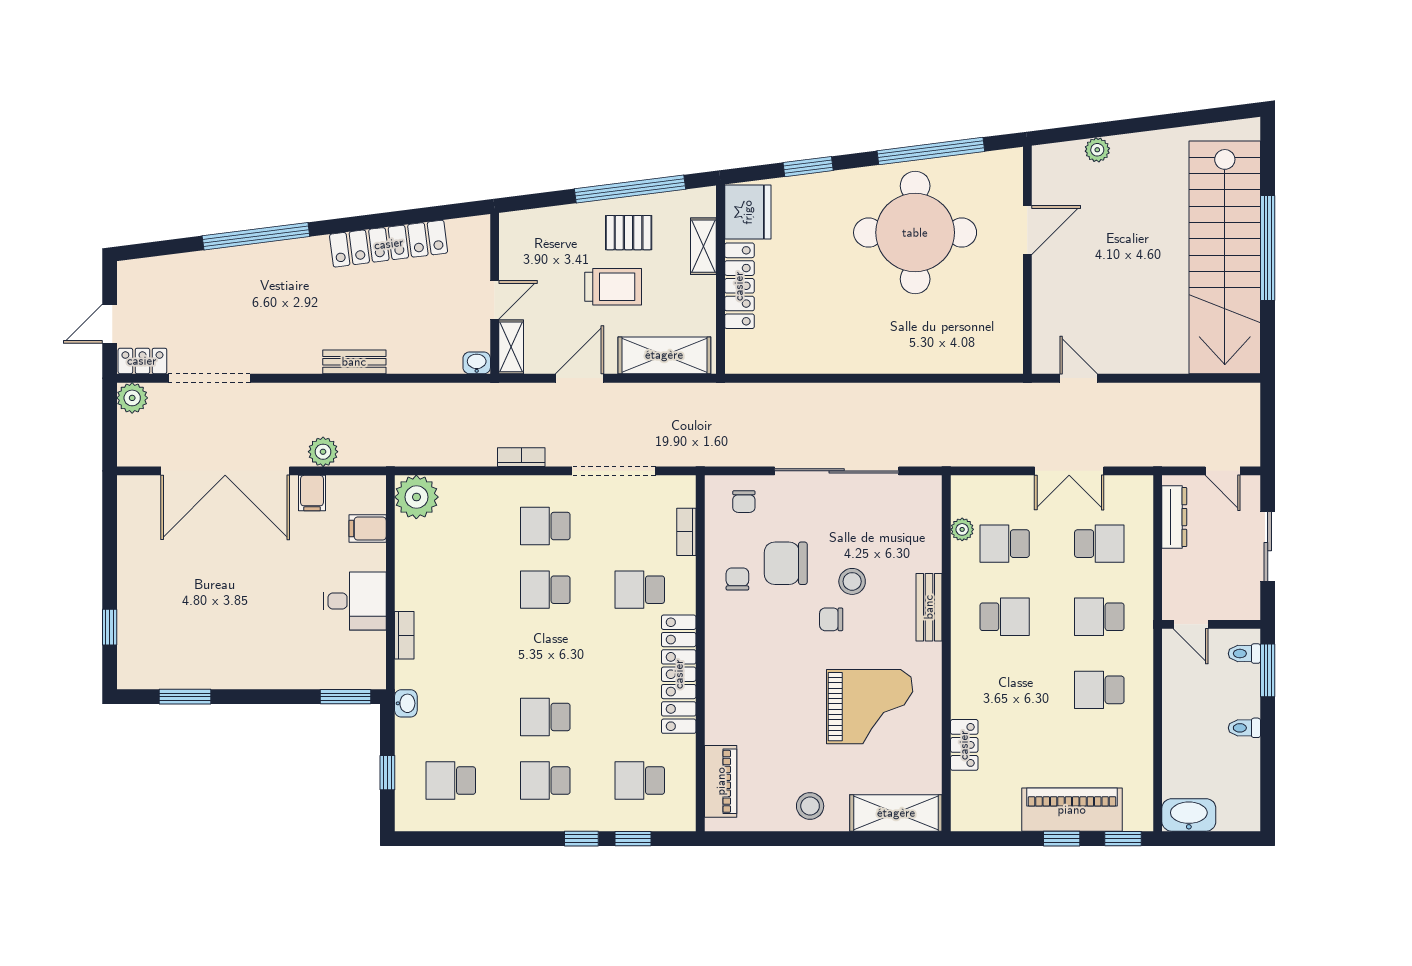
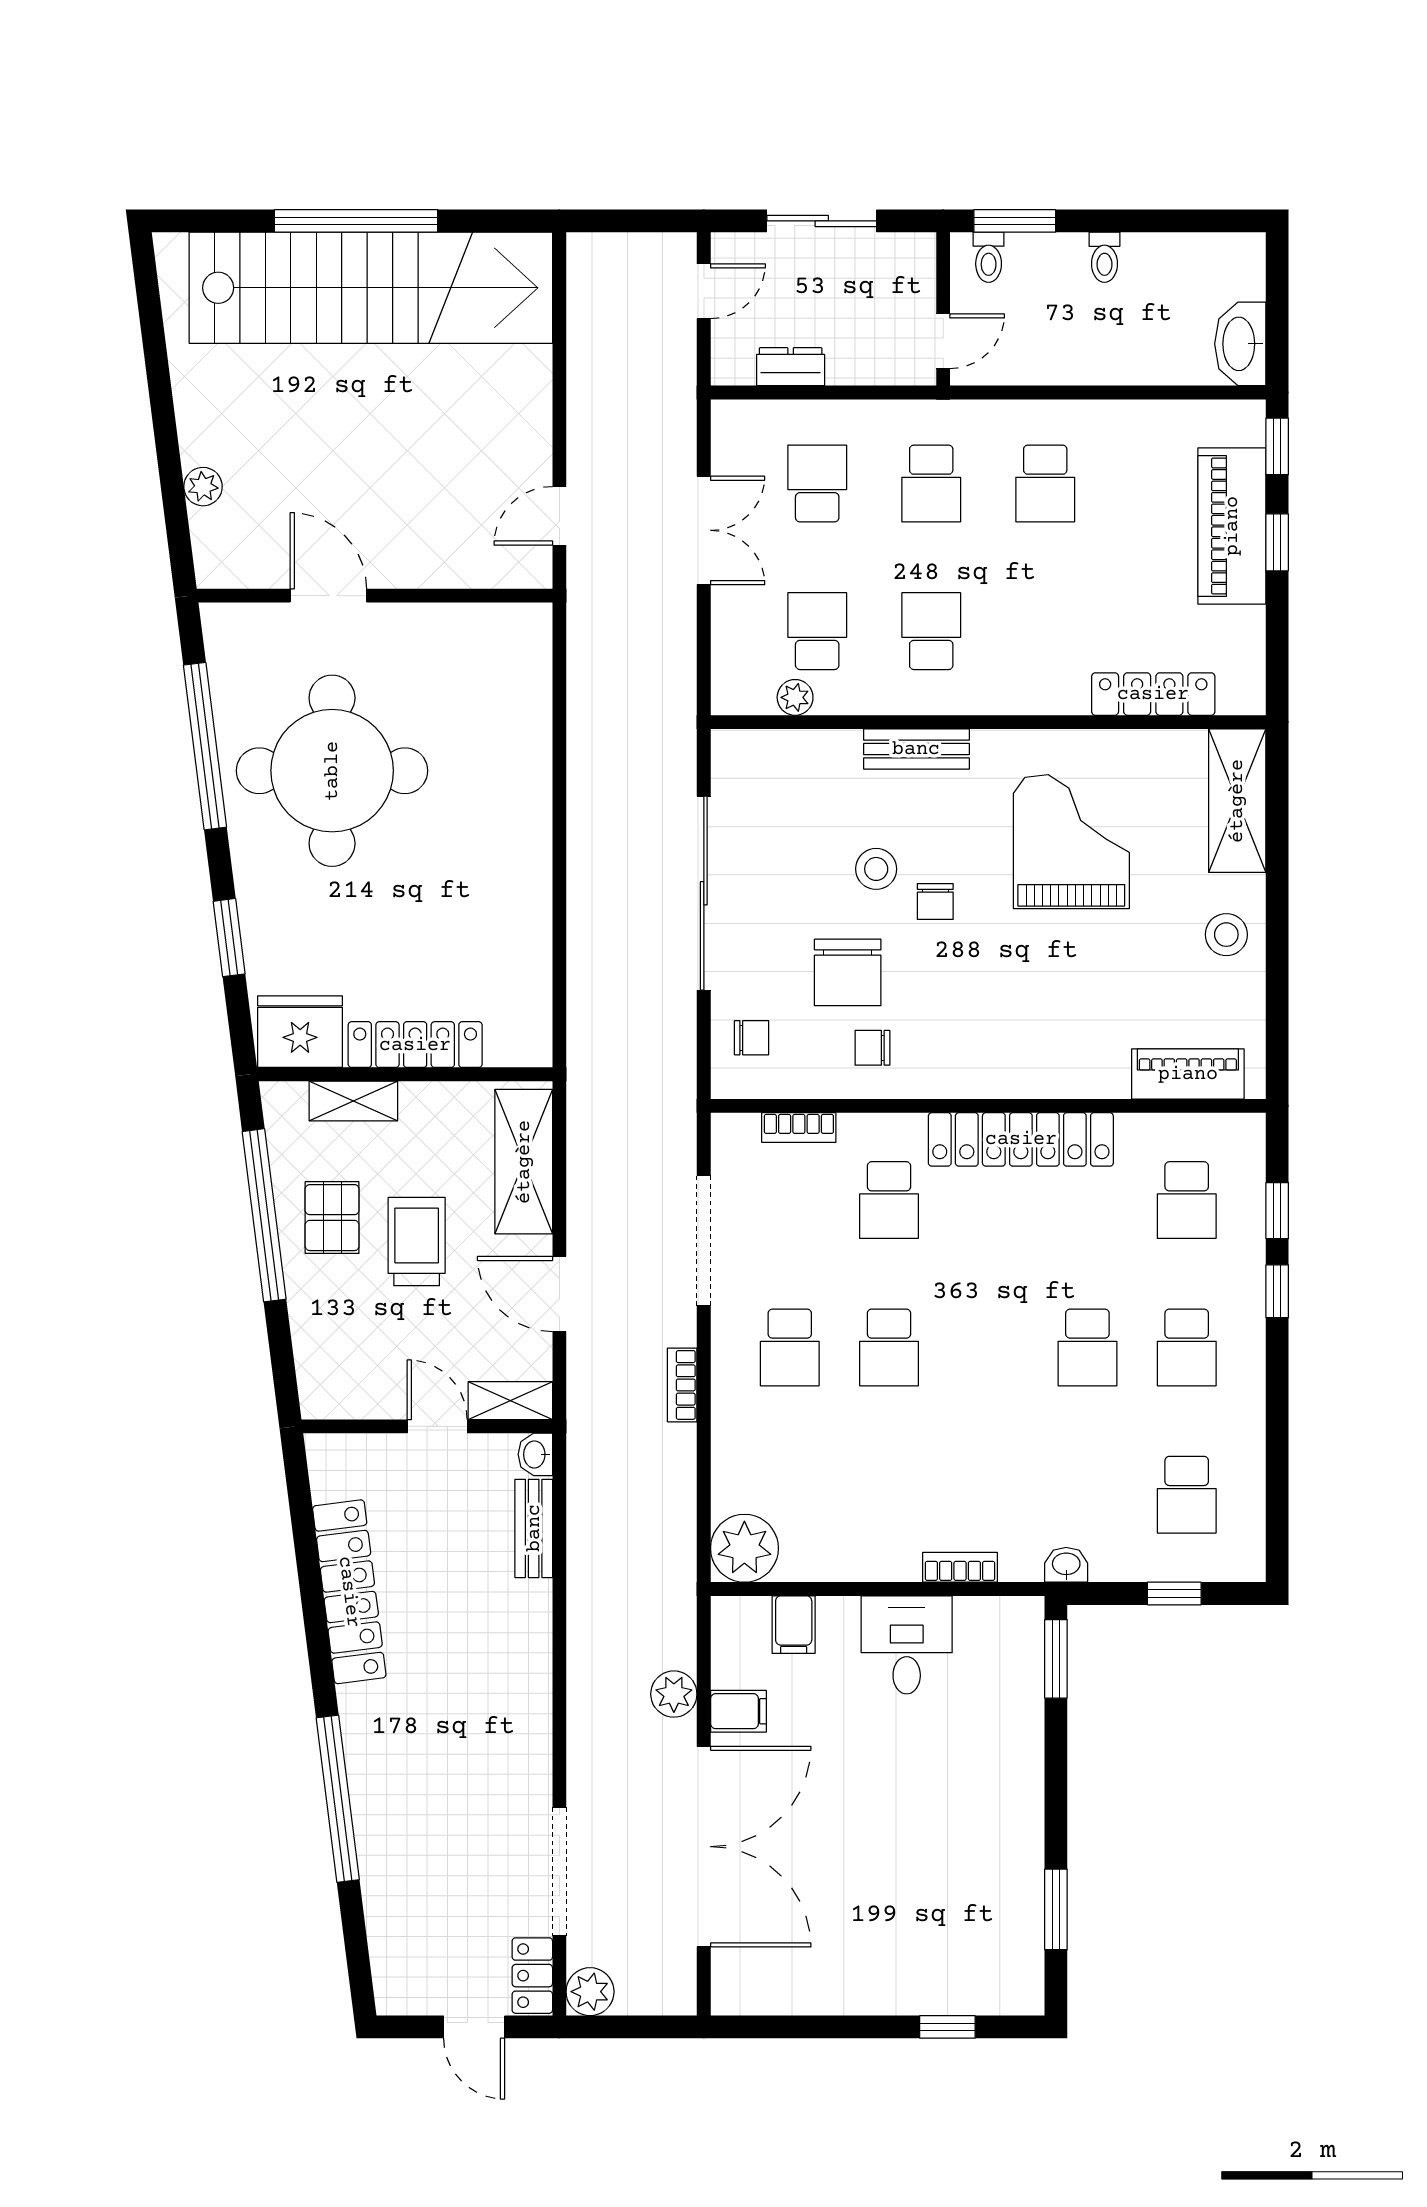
bench: (354, 362) -> (534, 1528), moved
dresser: (1174, 517) -> (791, 367), width x0.70
school desk: (1005, 544) -> (817, 631), turned 180
locker: (964, 745) -> (1153, 694), width x1.53

